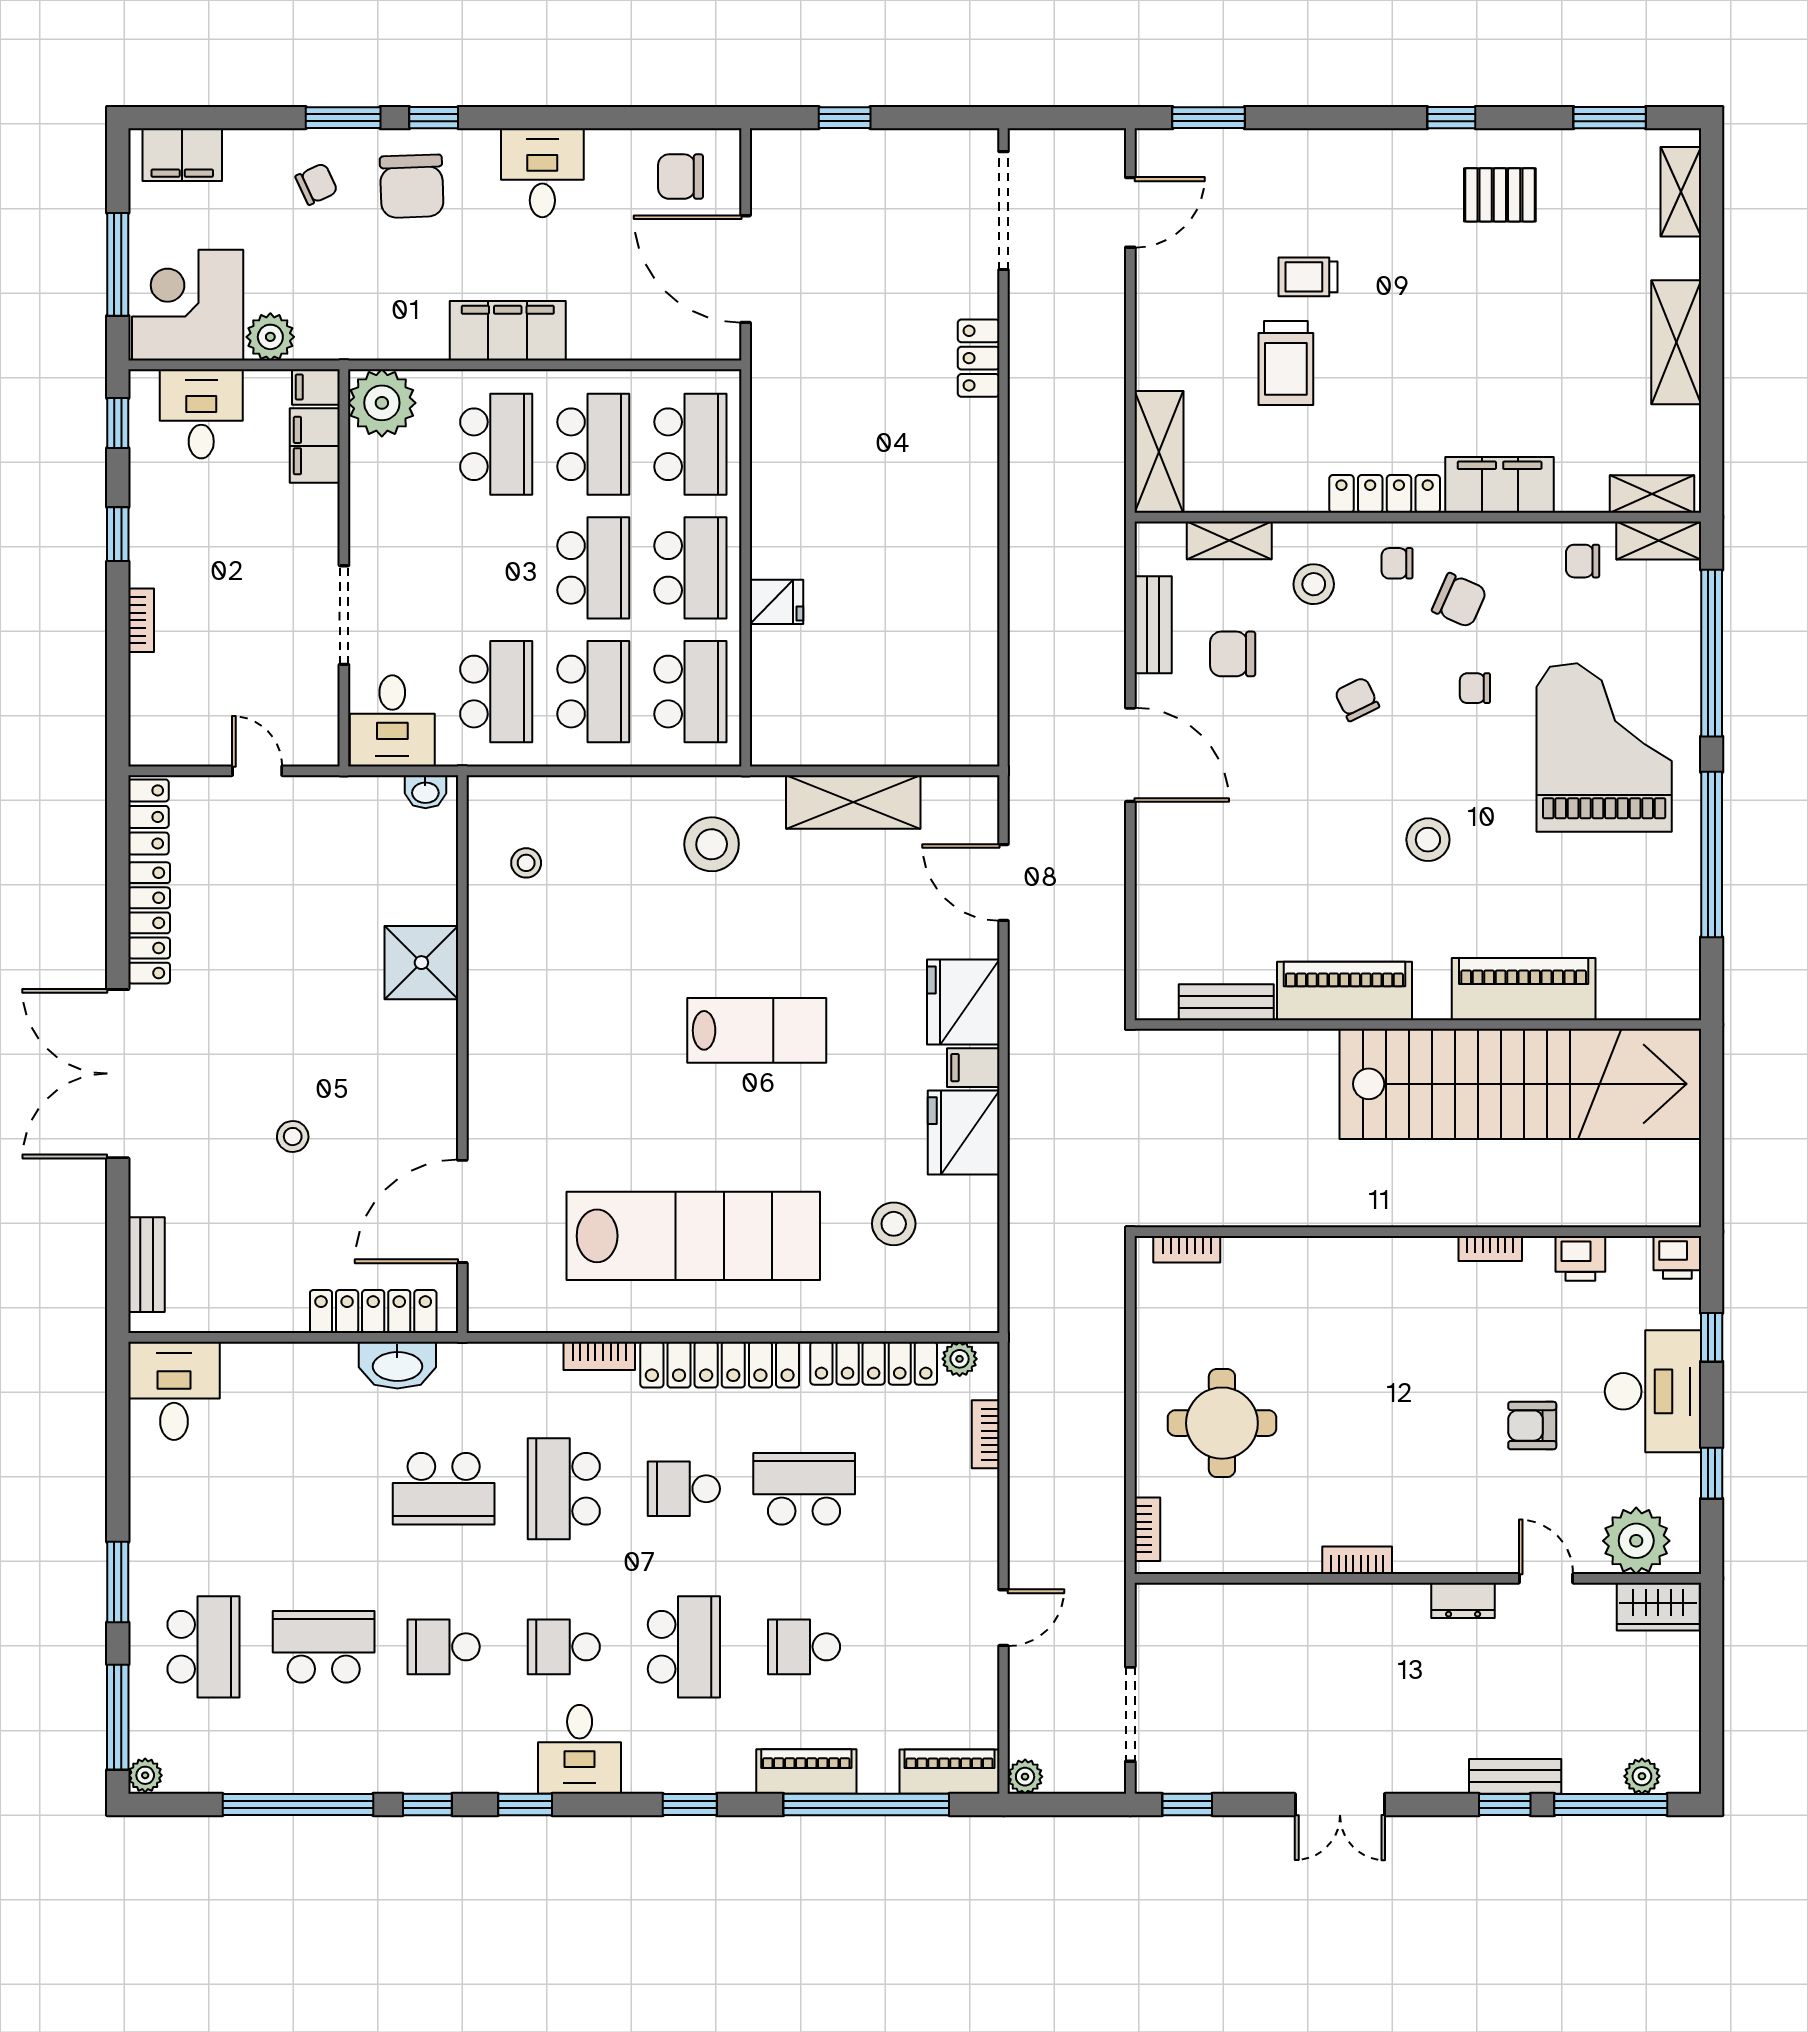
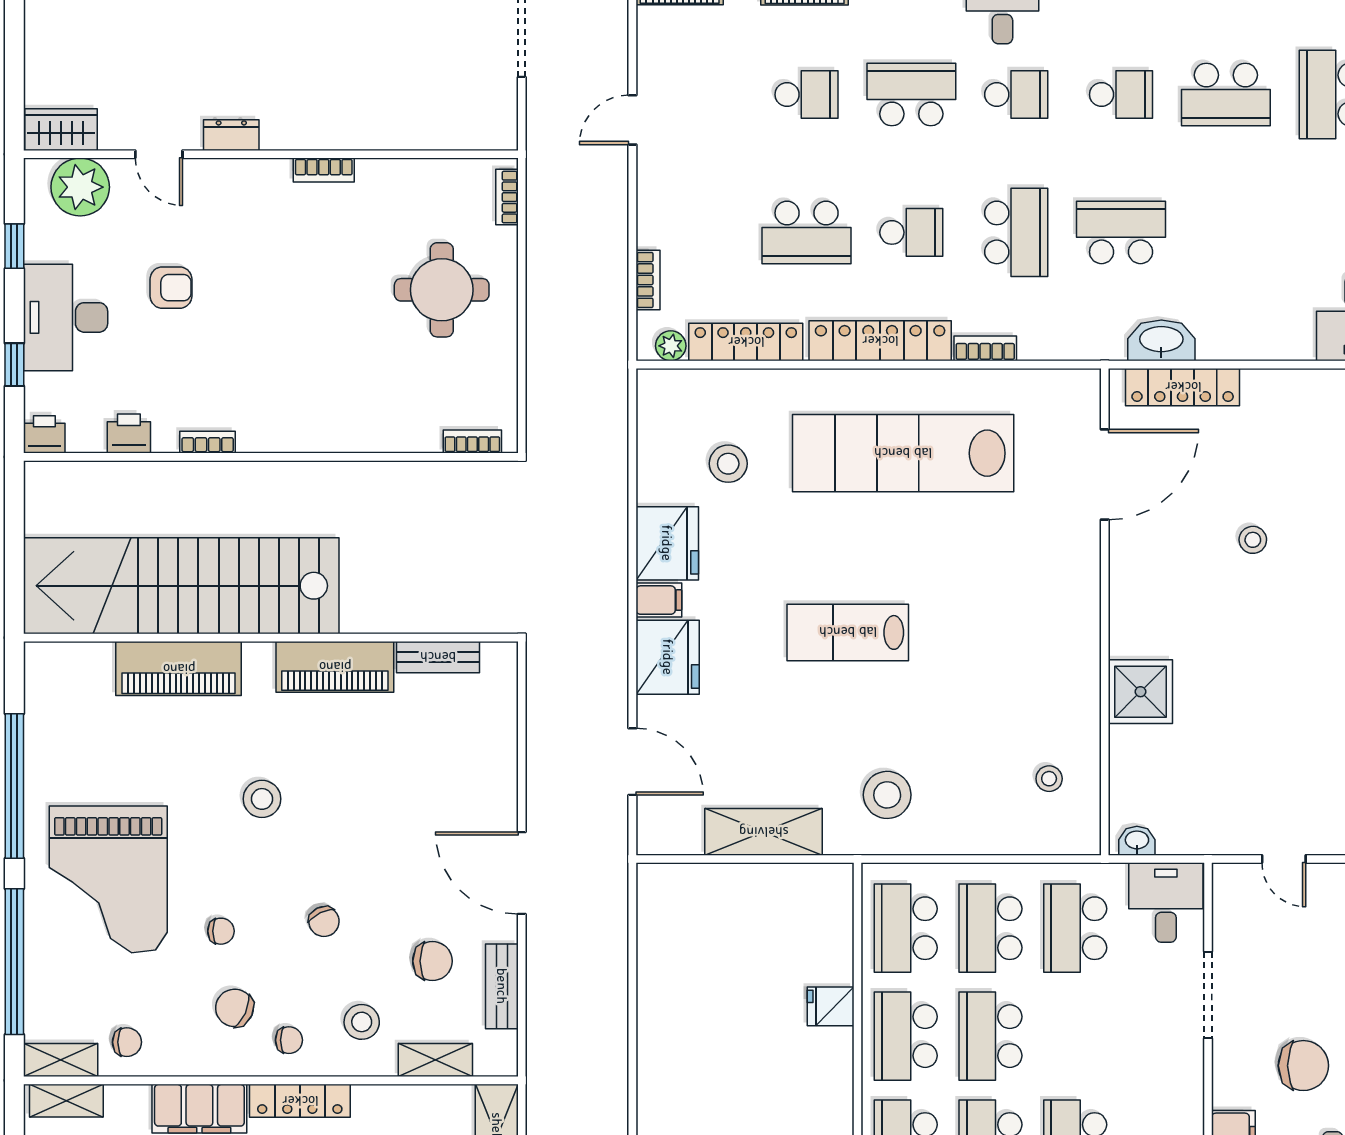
chair: (235, 534) -> (1303, 1066), added
school desk: (684, 1647) -> (911, 95), turned 90

